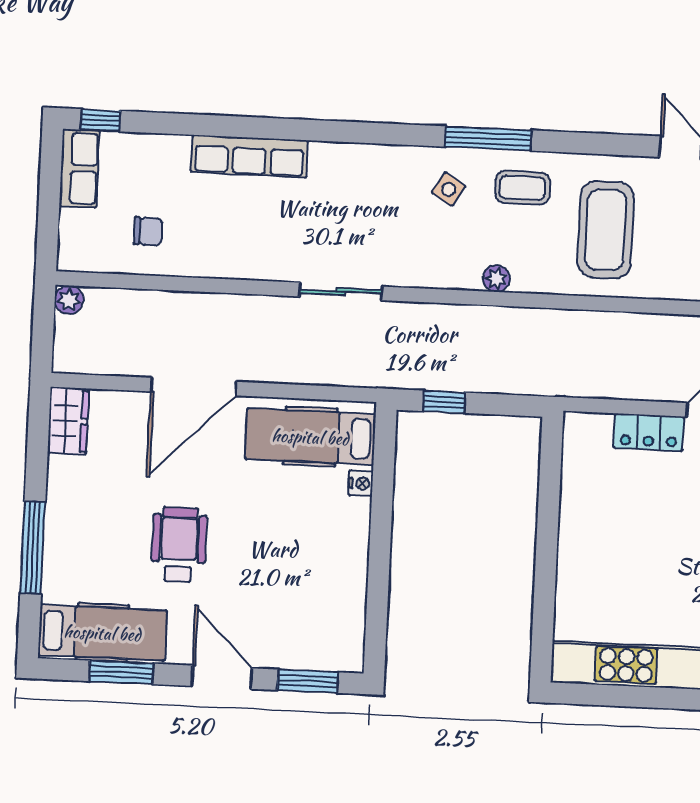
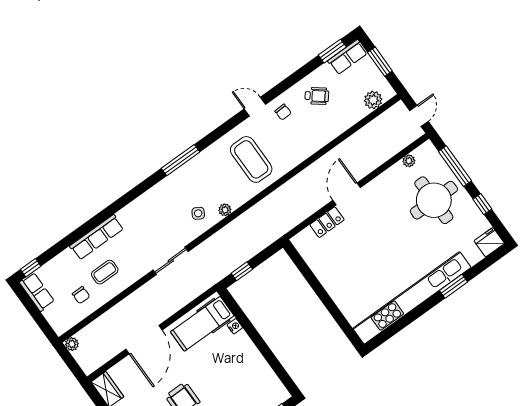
coffee table: (523, 188) -> (105, 272), moved
side table: (449, 189) -> (198, 213), moved
chair: (148, 231) -> (81, 295), turned 90

